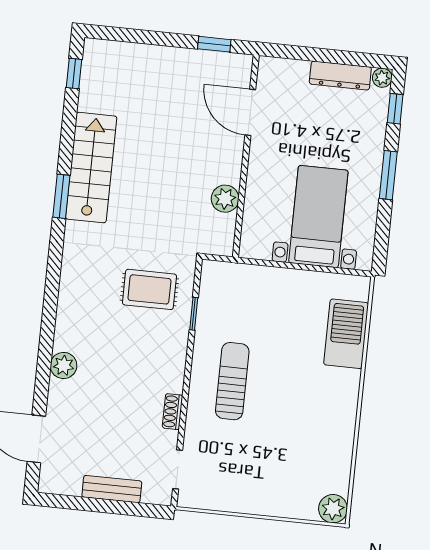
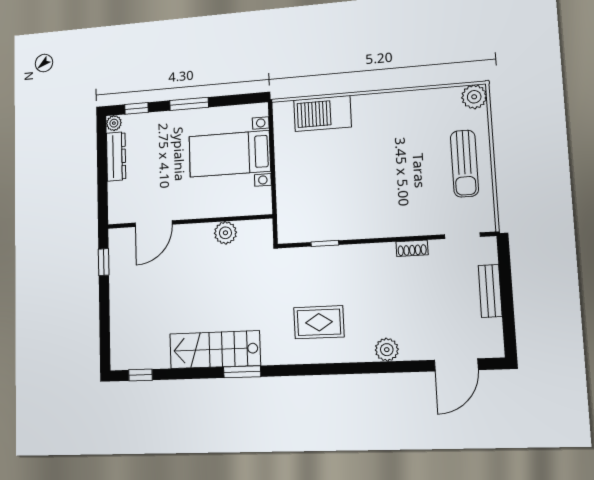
rug: (149, 289) -> (319, 322), moved, turned 90
sun lounger: (232, 381) -> (464, 163), moved, turned -90

